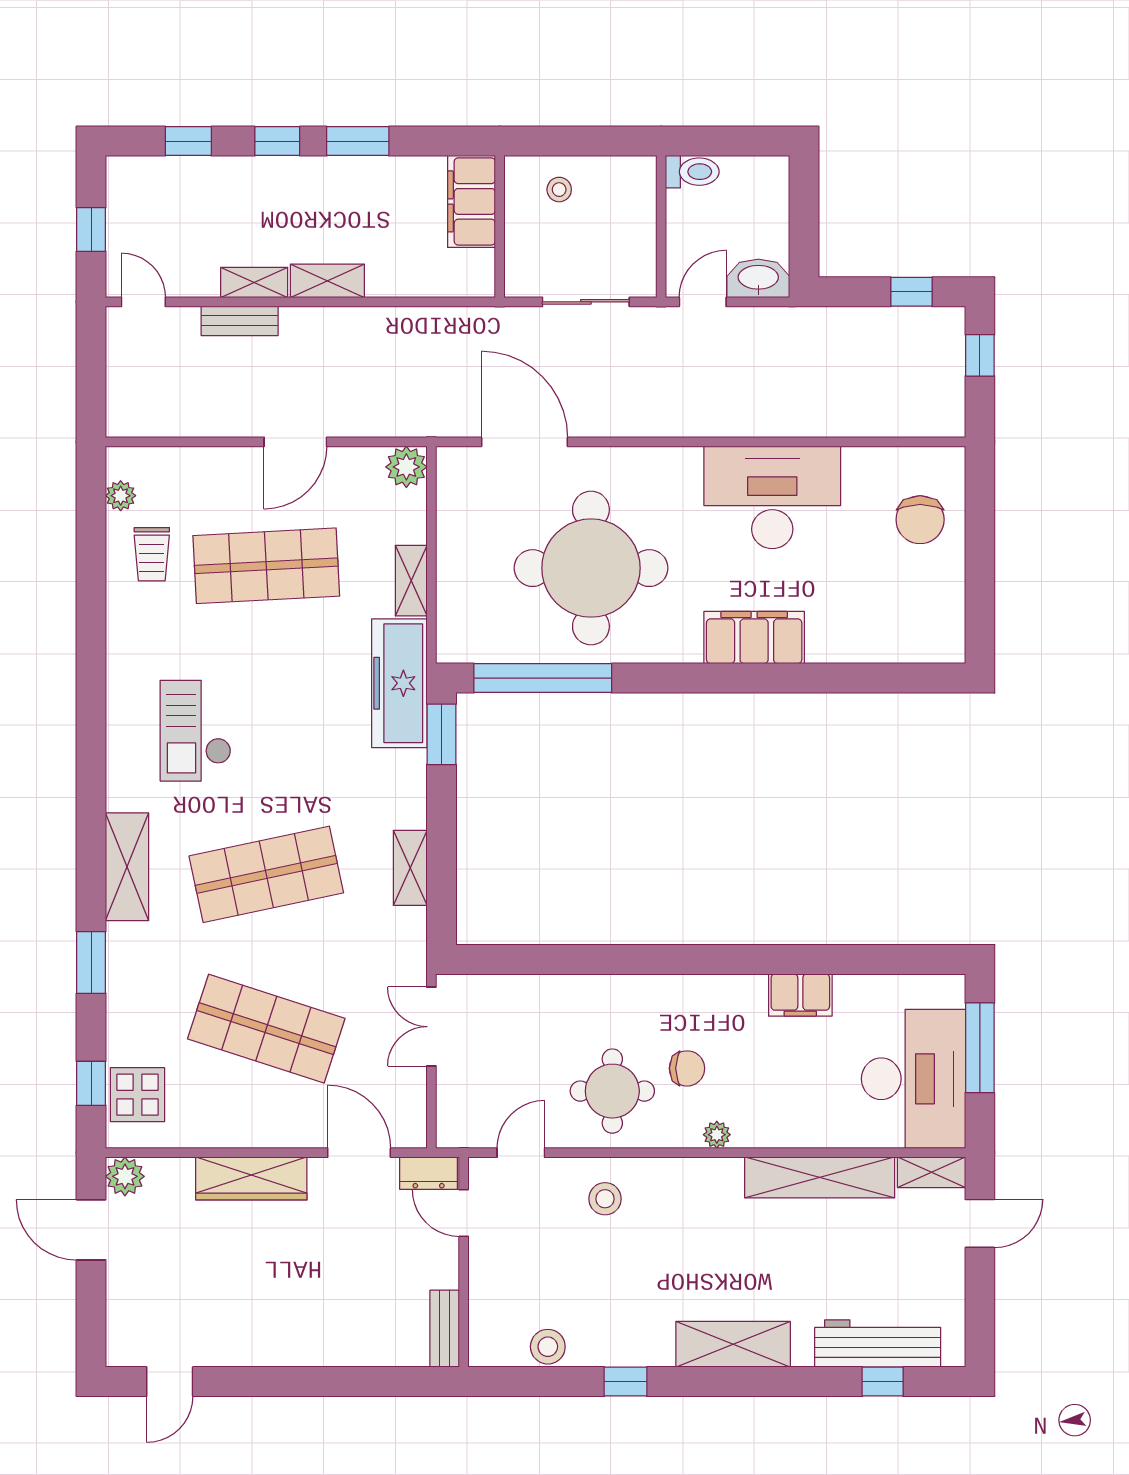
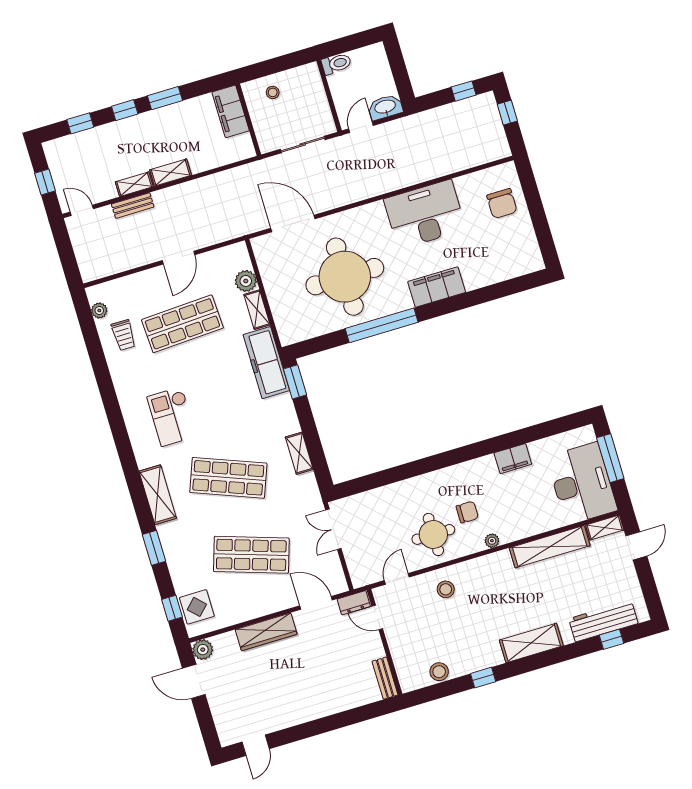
plant: (406, 467) -> (246, 281), moved
window: (543, 678) -> (382, 325), moved
shop shelf: (266, 874) -> (228, 478), turned 33

